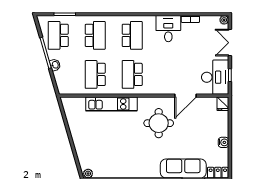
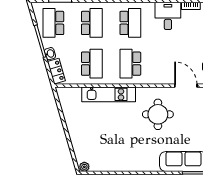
school desk: (95, 74) -> (92, 64), turned 180
locker: (61, 82) -> (56, 71), added
door: (186, 96) -> (186, 86), swing flipped

